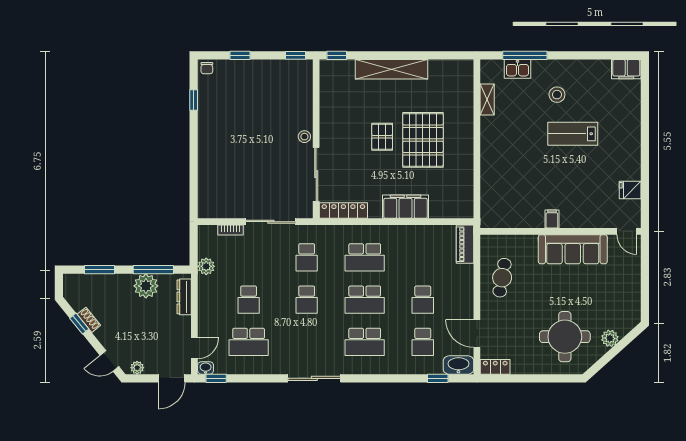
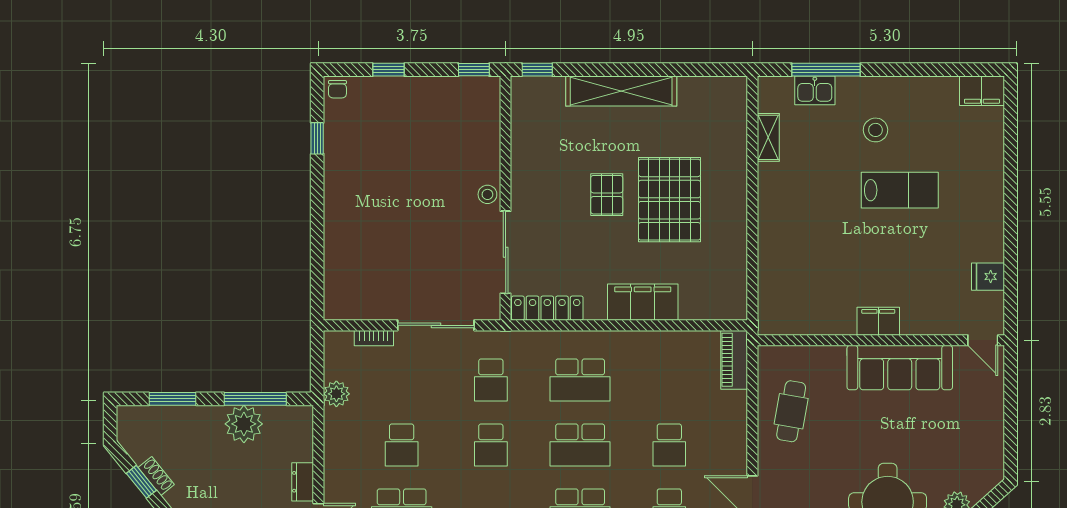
lab bench: (573, 134) -> (900, 190), turned 180
filing cabinet: (552, 219) -> (878, 321), width x2.00
dresser: (184, 297) -> (303, 482), moved, width x0.70

